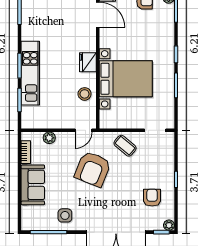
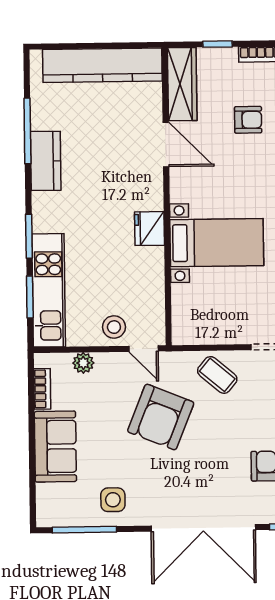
kitchen counter: (30, 23) -> (46, 161), added
kitchen unit: (30, 73) -> (49, 290), moved
bed with nightstands: (126, 79) -> (217, 243), width x0.73
stool: (85, 94) -> (114, 327), moved
door: (83, 130) -> (144, 349), hinge flipped

